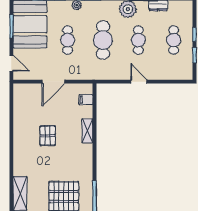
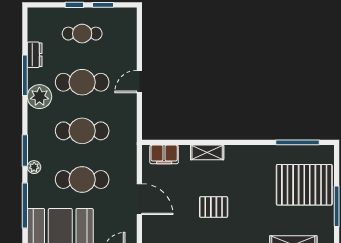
cafe table: (68, 40) -> (82, 180), width x1.37, depth x1.35
cafe table: (138, 40) -> (82, 82), width x1.37, depth x1.35
filing cabinet: (86, 100) -> (164, 154), width x2.00

